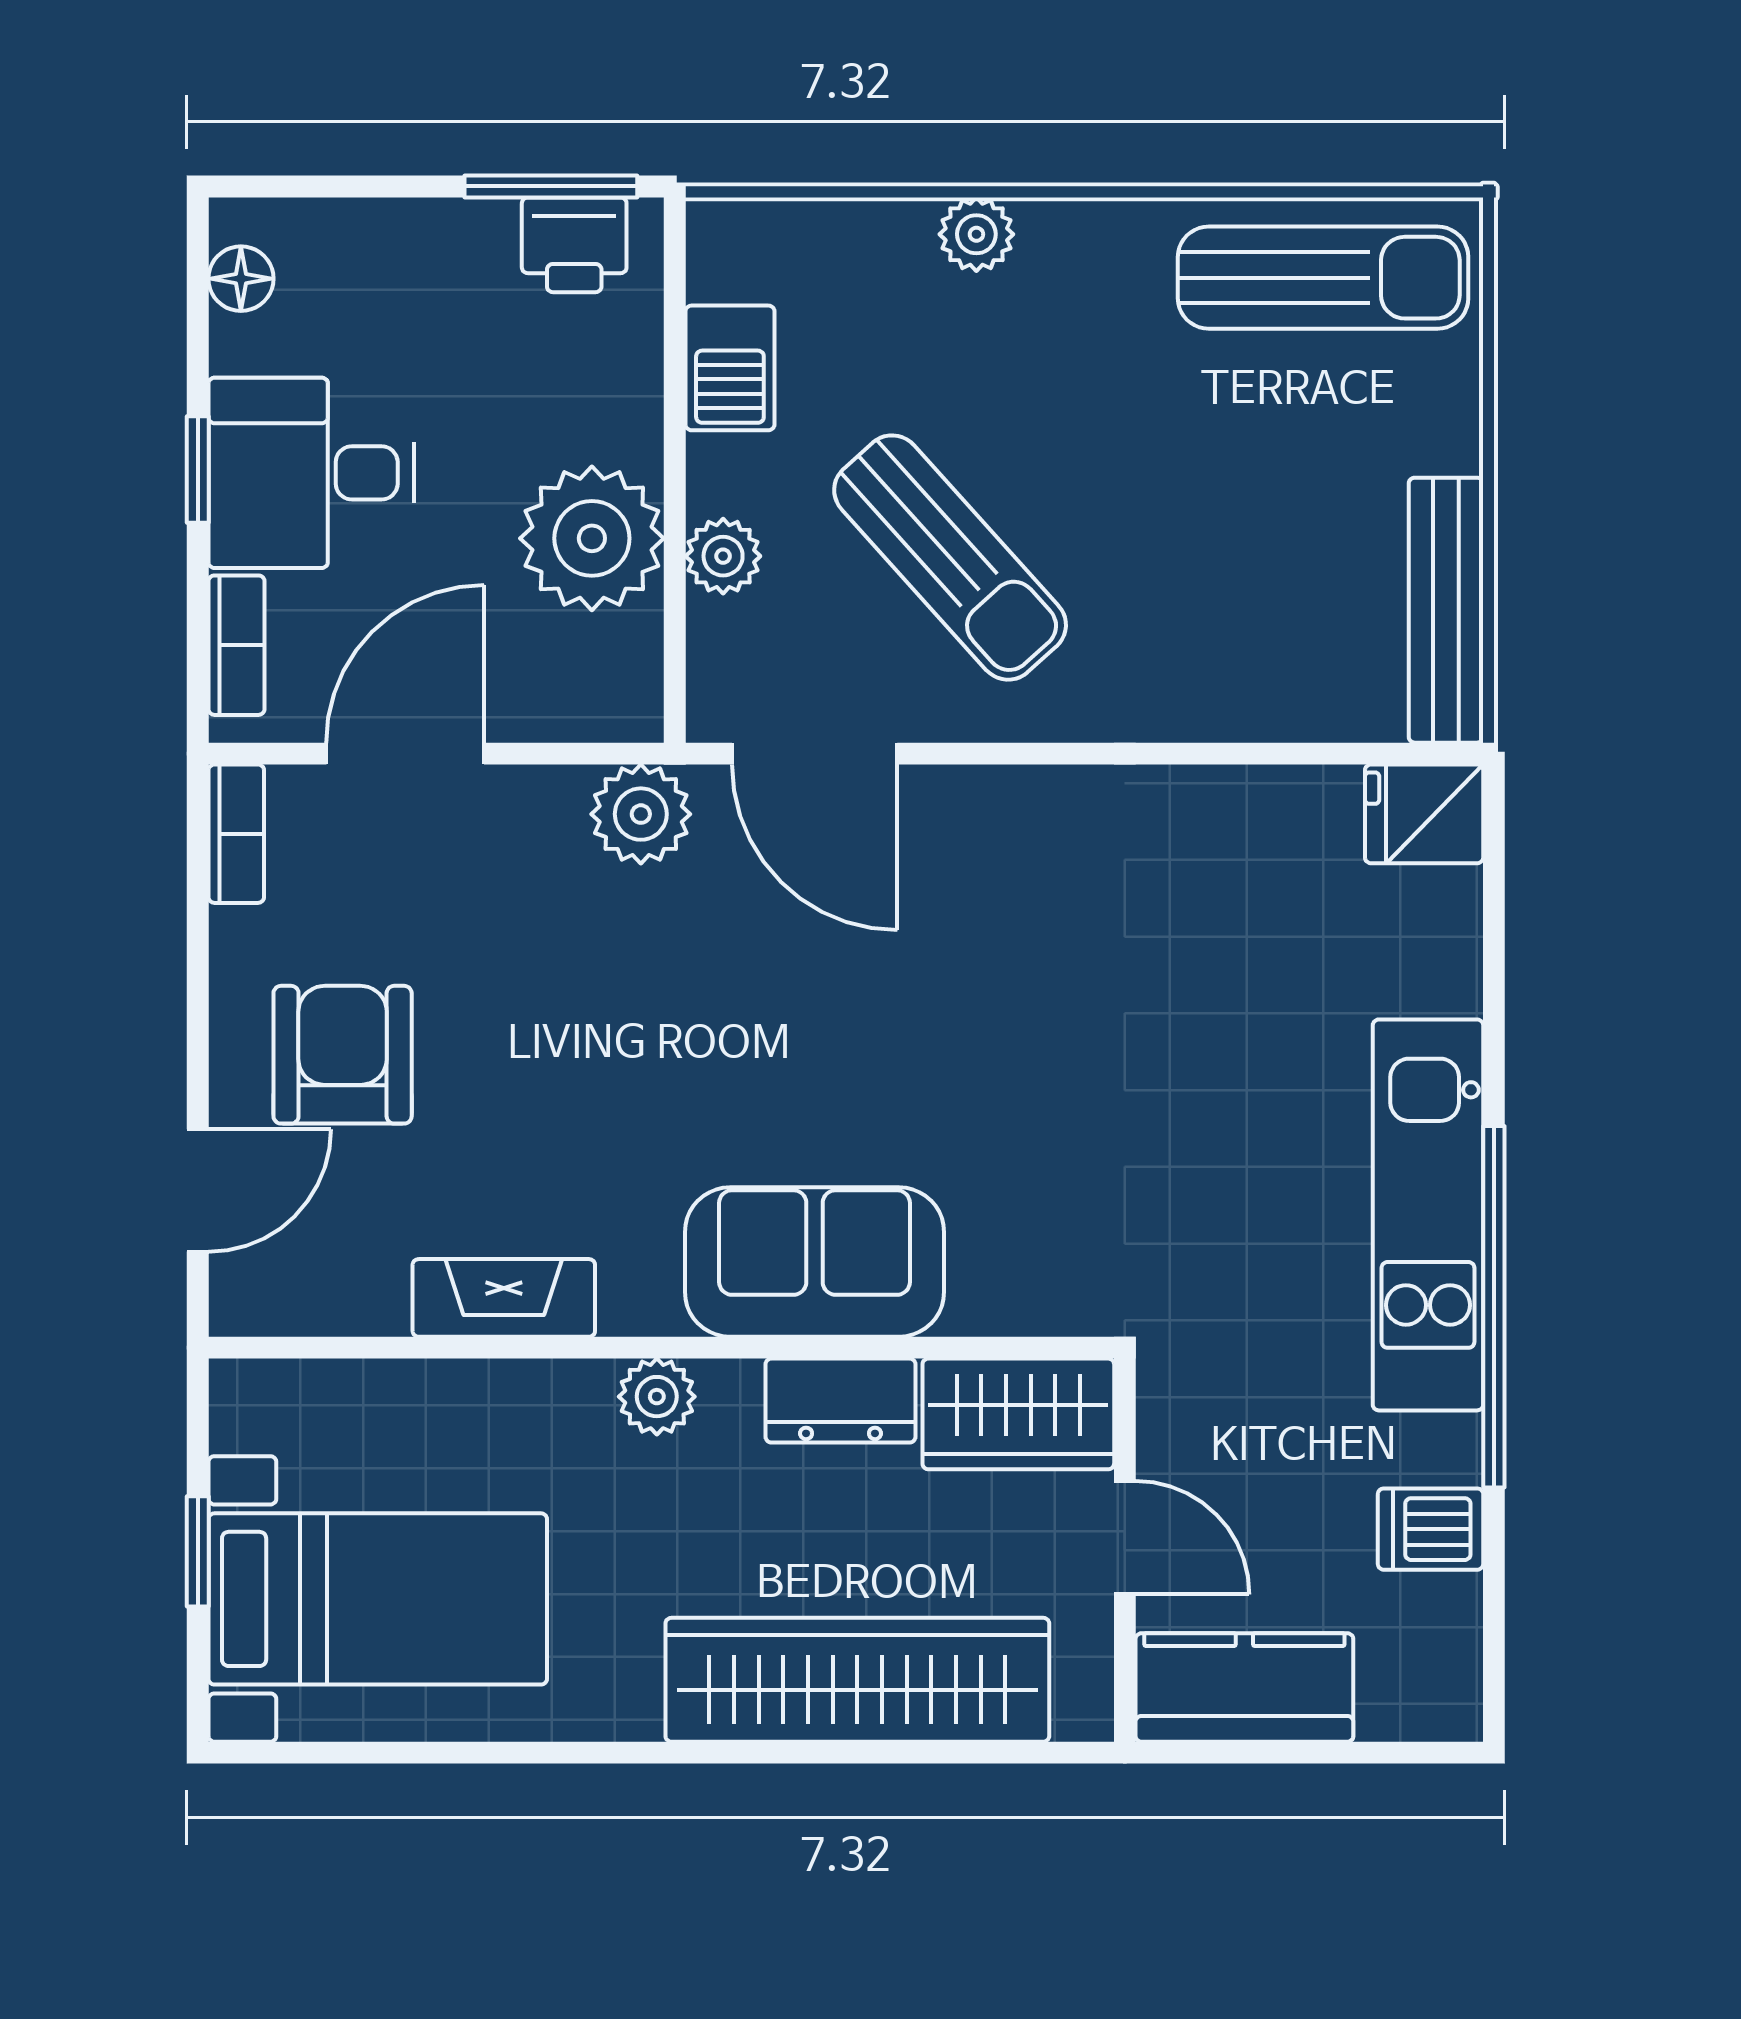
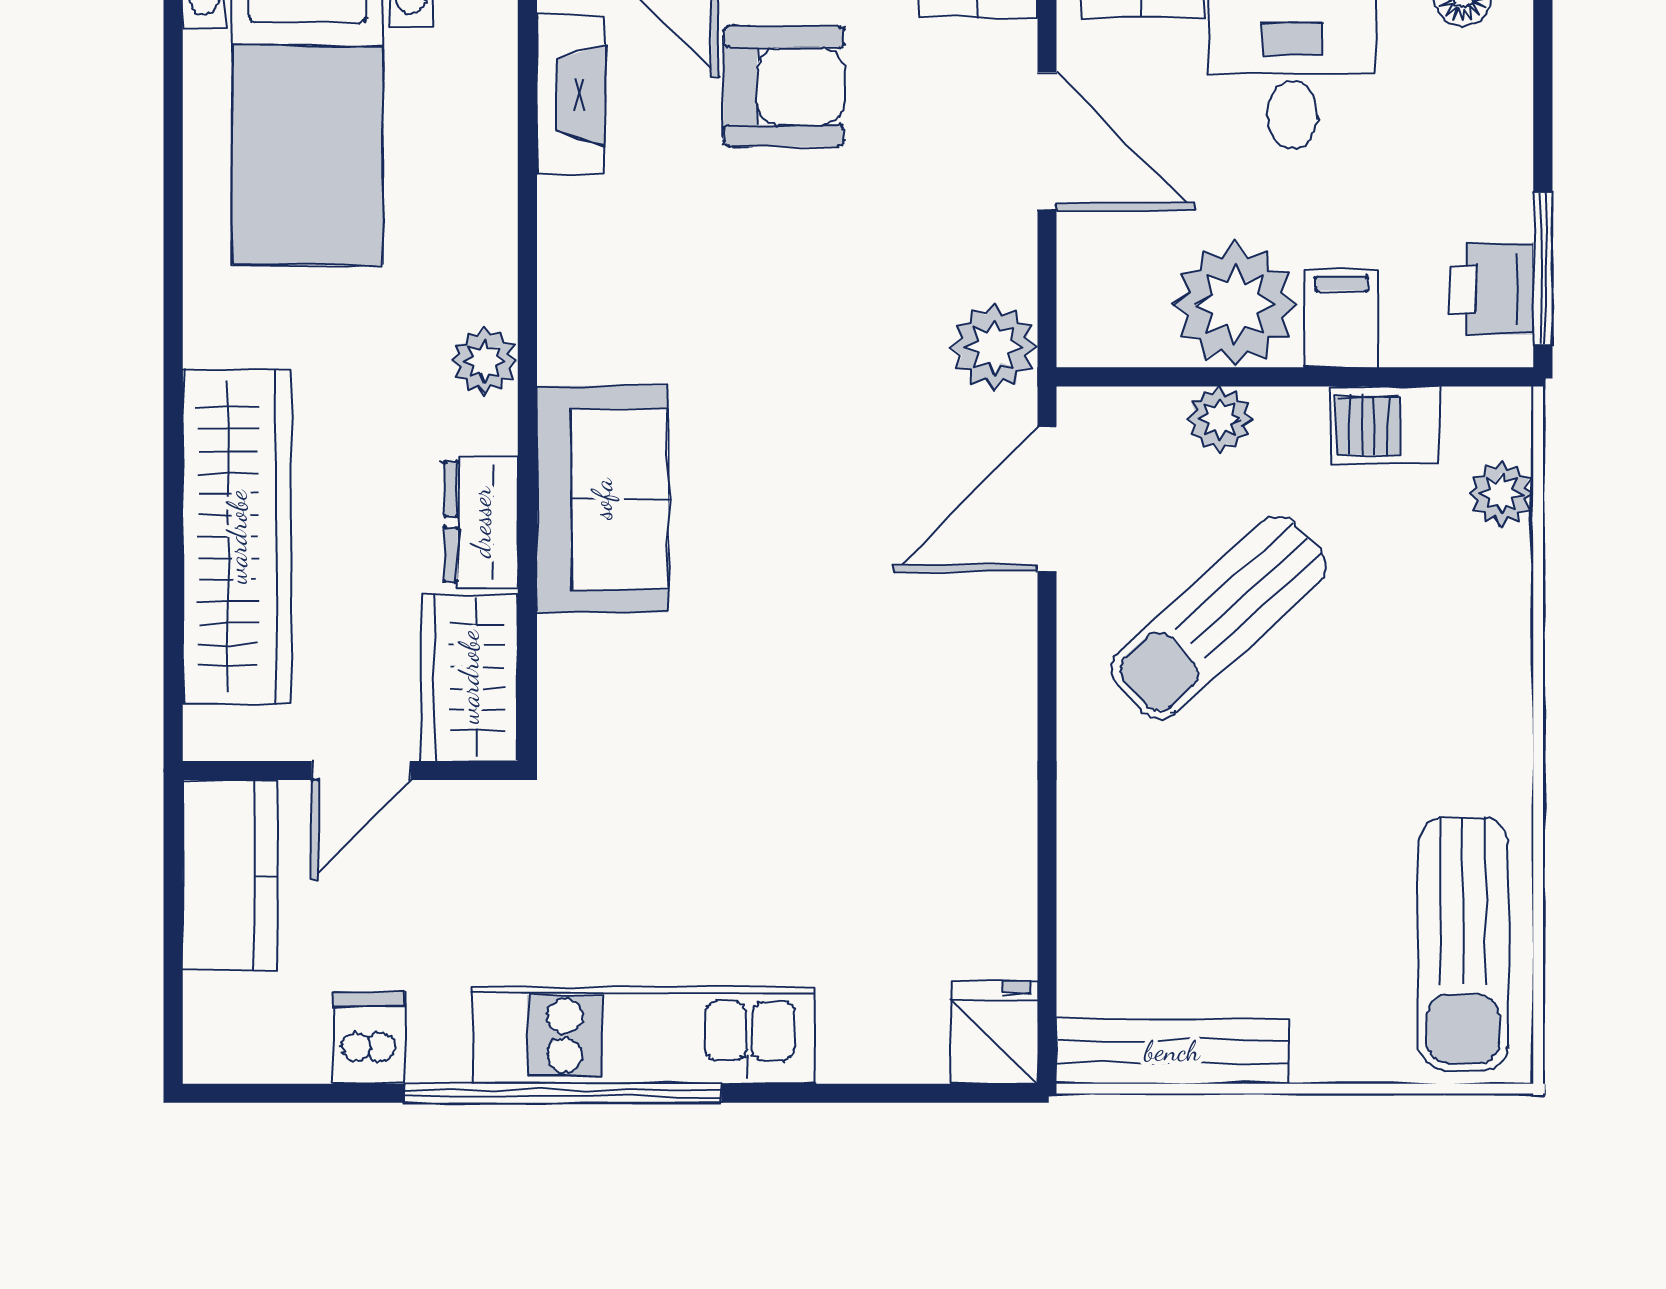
plant: (976, 234) -> (1501, 494), moved
filing cabinet: (608, 417) -> (1342, 318), added
fireplace: (504, 1298) -> (571, 95), moved

